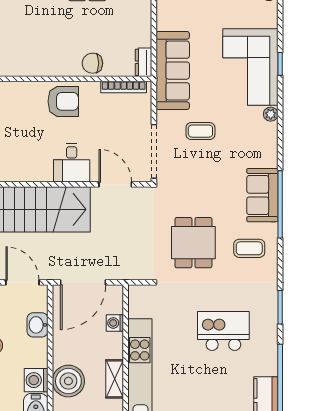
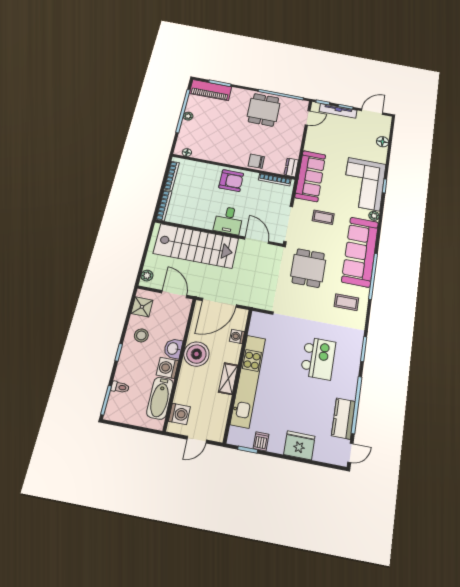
sofa: (262, 195) -> (360, 252), width x1.85, depth x1.27
dining table: (193, 243) -> (308, 268), moved
washbasin: (38, 325) -> (173, 349), moved
kitchen island: (223, 331) -> (318, 358), turned 90
boiler: (68, 381) -> (196, 354), moved

